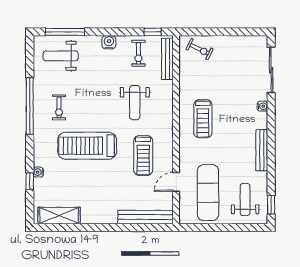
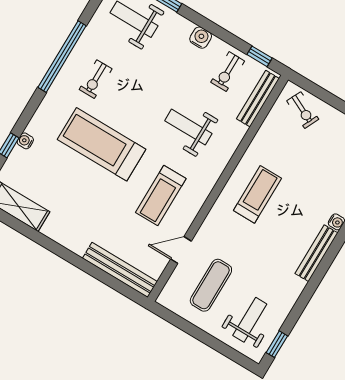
weight bench: (135, 103) -> (188, 127), turned 90
treadmill: (203, 119) -> (257, 194), turned 180
bench: (262, 150) -> (316, 253), moved
exercise mat: (208, 193) -> (211, 285), width x0.73, depth x0.69

